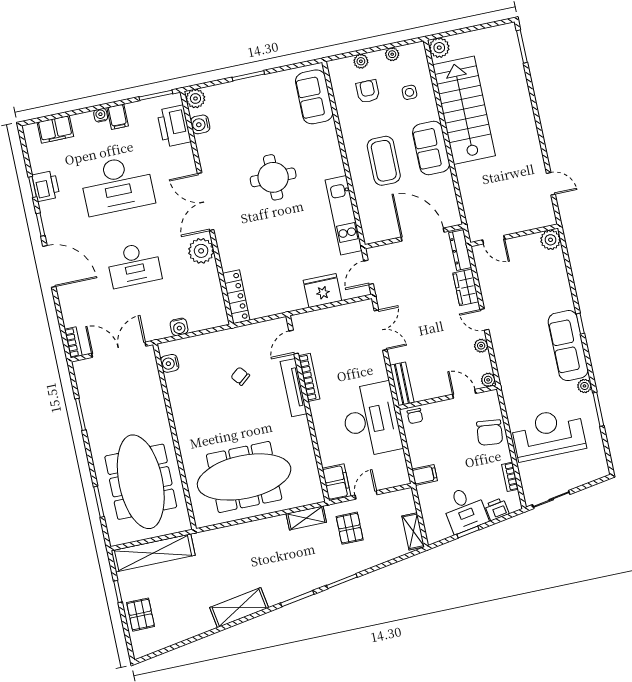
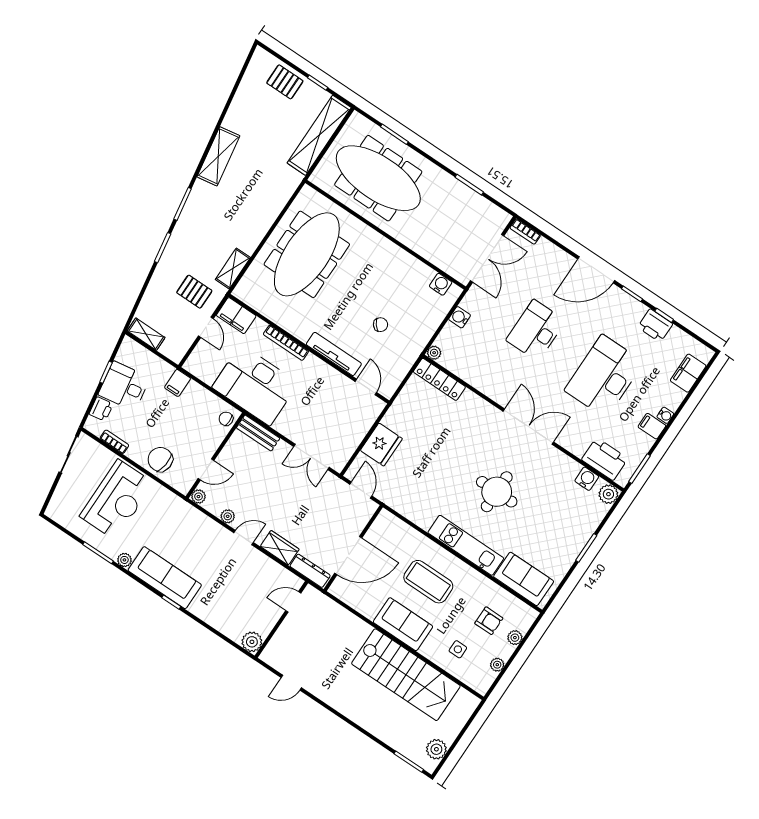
plant: (439, 48) -> (436, 749), moved
kitchen unit: (344, 215) -> (466, 545), moved
plant: (201, 251) -> (434, 353), moved, width x0.53, depth x0.53
bookcase: (309, 377) -> (286, 343), moved

